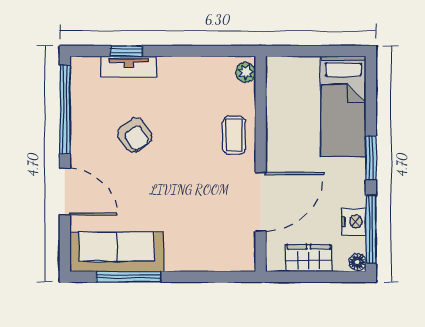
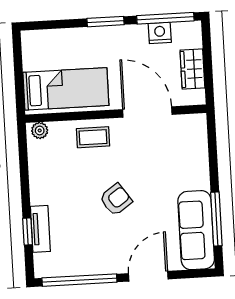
bed: (343, 106) -> (66, 89), moved
armchair: (135, 135) -> (116, 200), moved
floor lamp: (357, 262) -> (193, 28), removed

